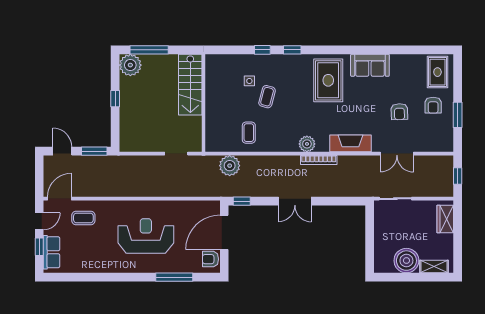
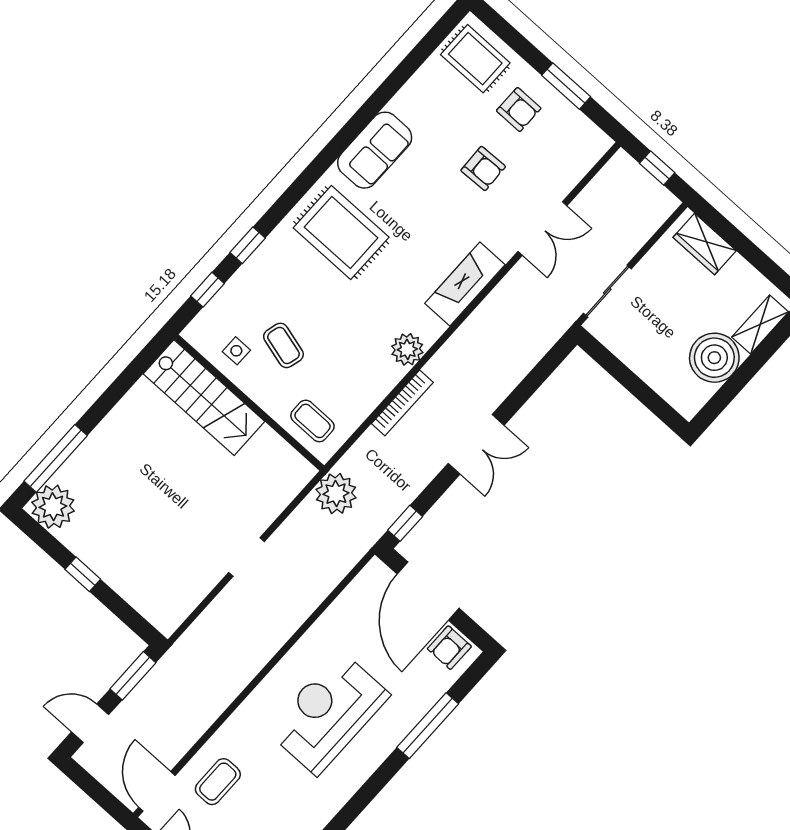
stairs: (190, 85) -> (204, 398), moved
wall: (203, 103) -> (249, 403), moved
bookcase: (319, 160) -> (402, 403), moved

